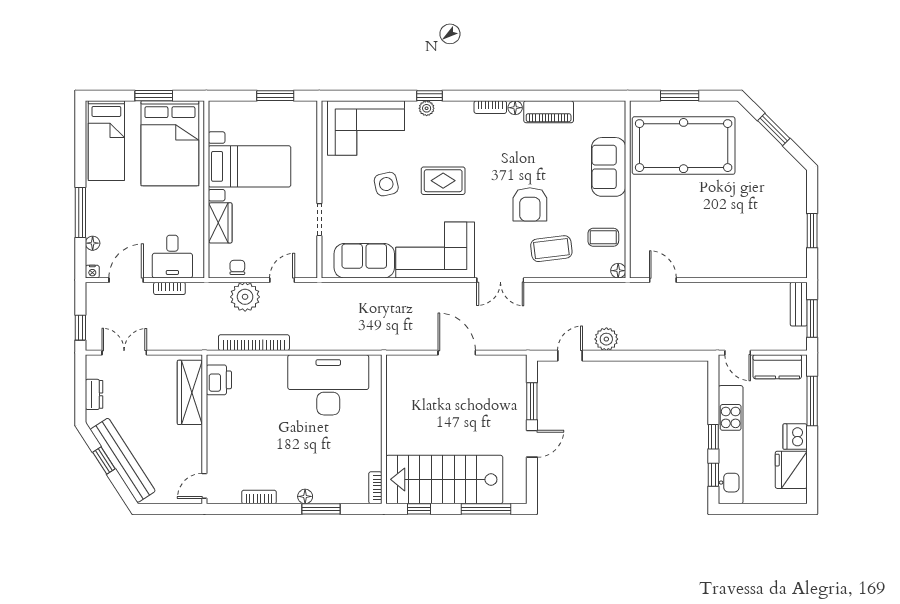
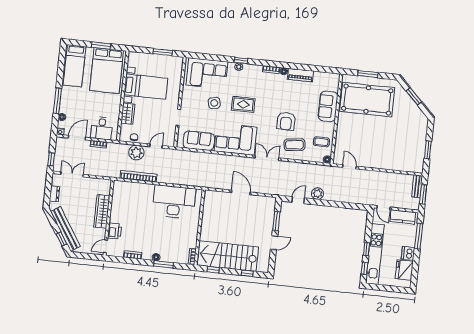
double door: (500, 280) -> (267, 158), swing flipped
printer: (219, 380) -> (115, 231), moved
wardrobe: (190, 392) -> (102, 211), moved
window: (104, 460) -> (61, 239), moved
window: (486, 509) -> (247, 273), width x0.46

